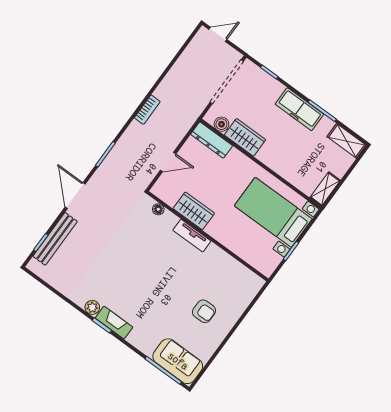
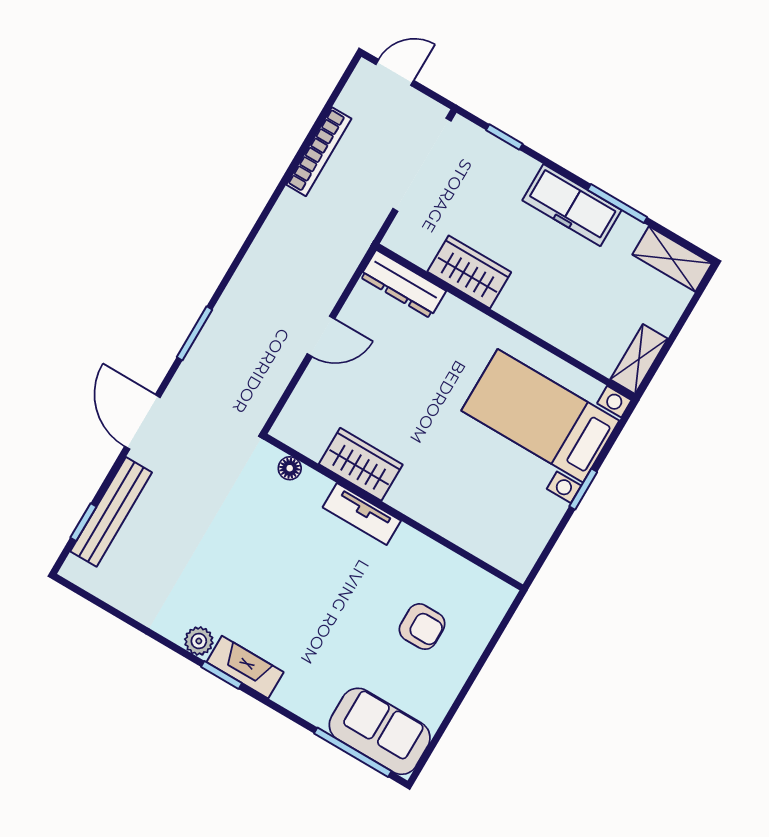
bookcase: (147, 110) -> (319, 152), moved, width x1.56
boiler: (221, 124) -> (420, 250), removed
floor lamp: (158, 209) -> (290, 468), moved
wardrobe: (194, 211) -> (361, 464), moved
tv unit: (192, 236) -> (362, 514), moved
wall: (208, 236) -> (394, 512), moved

